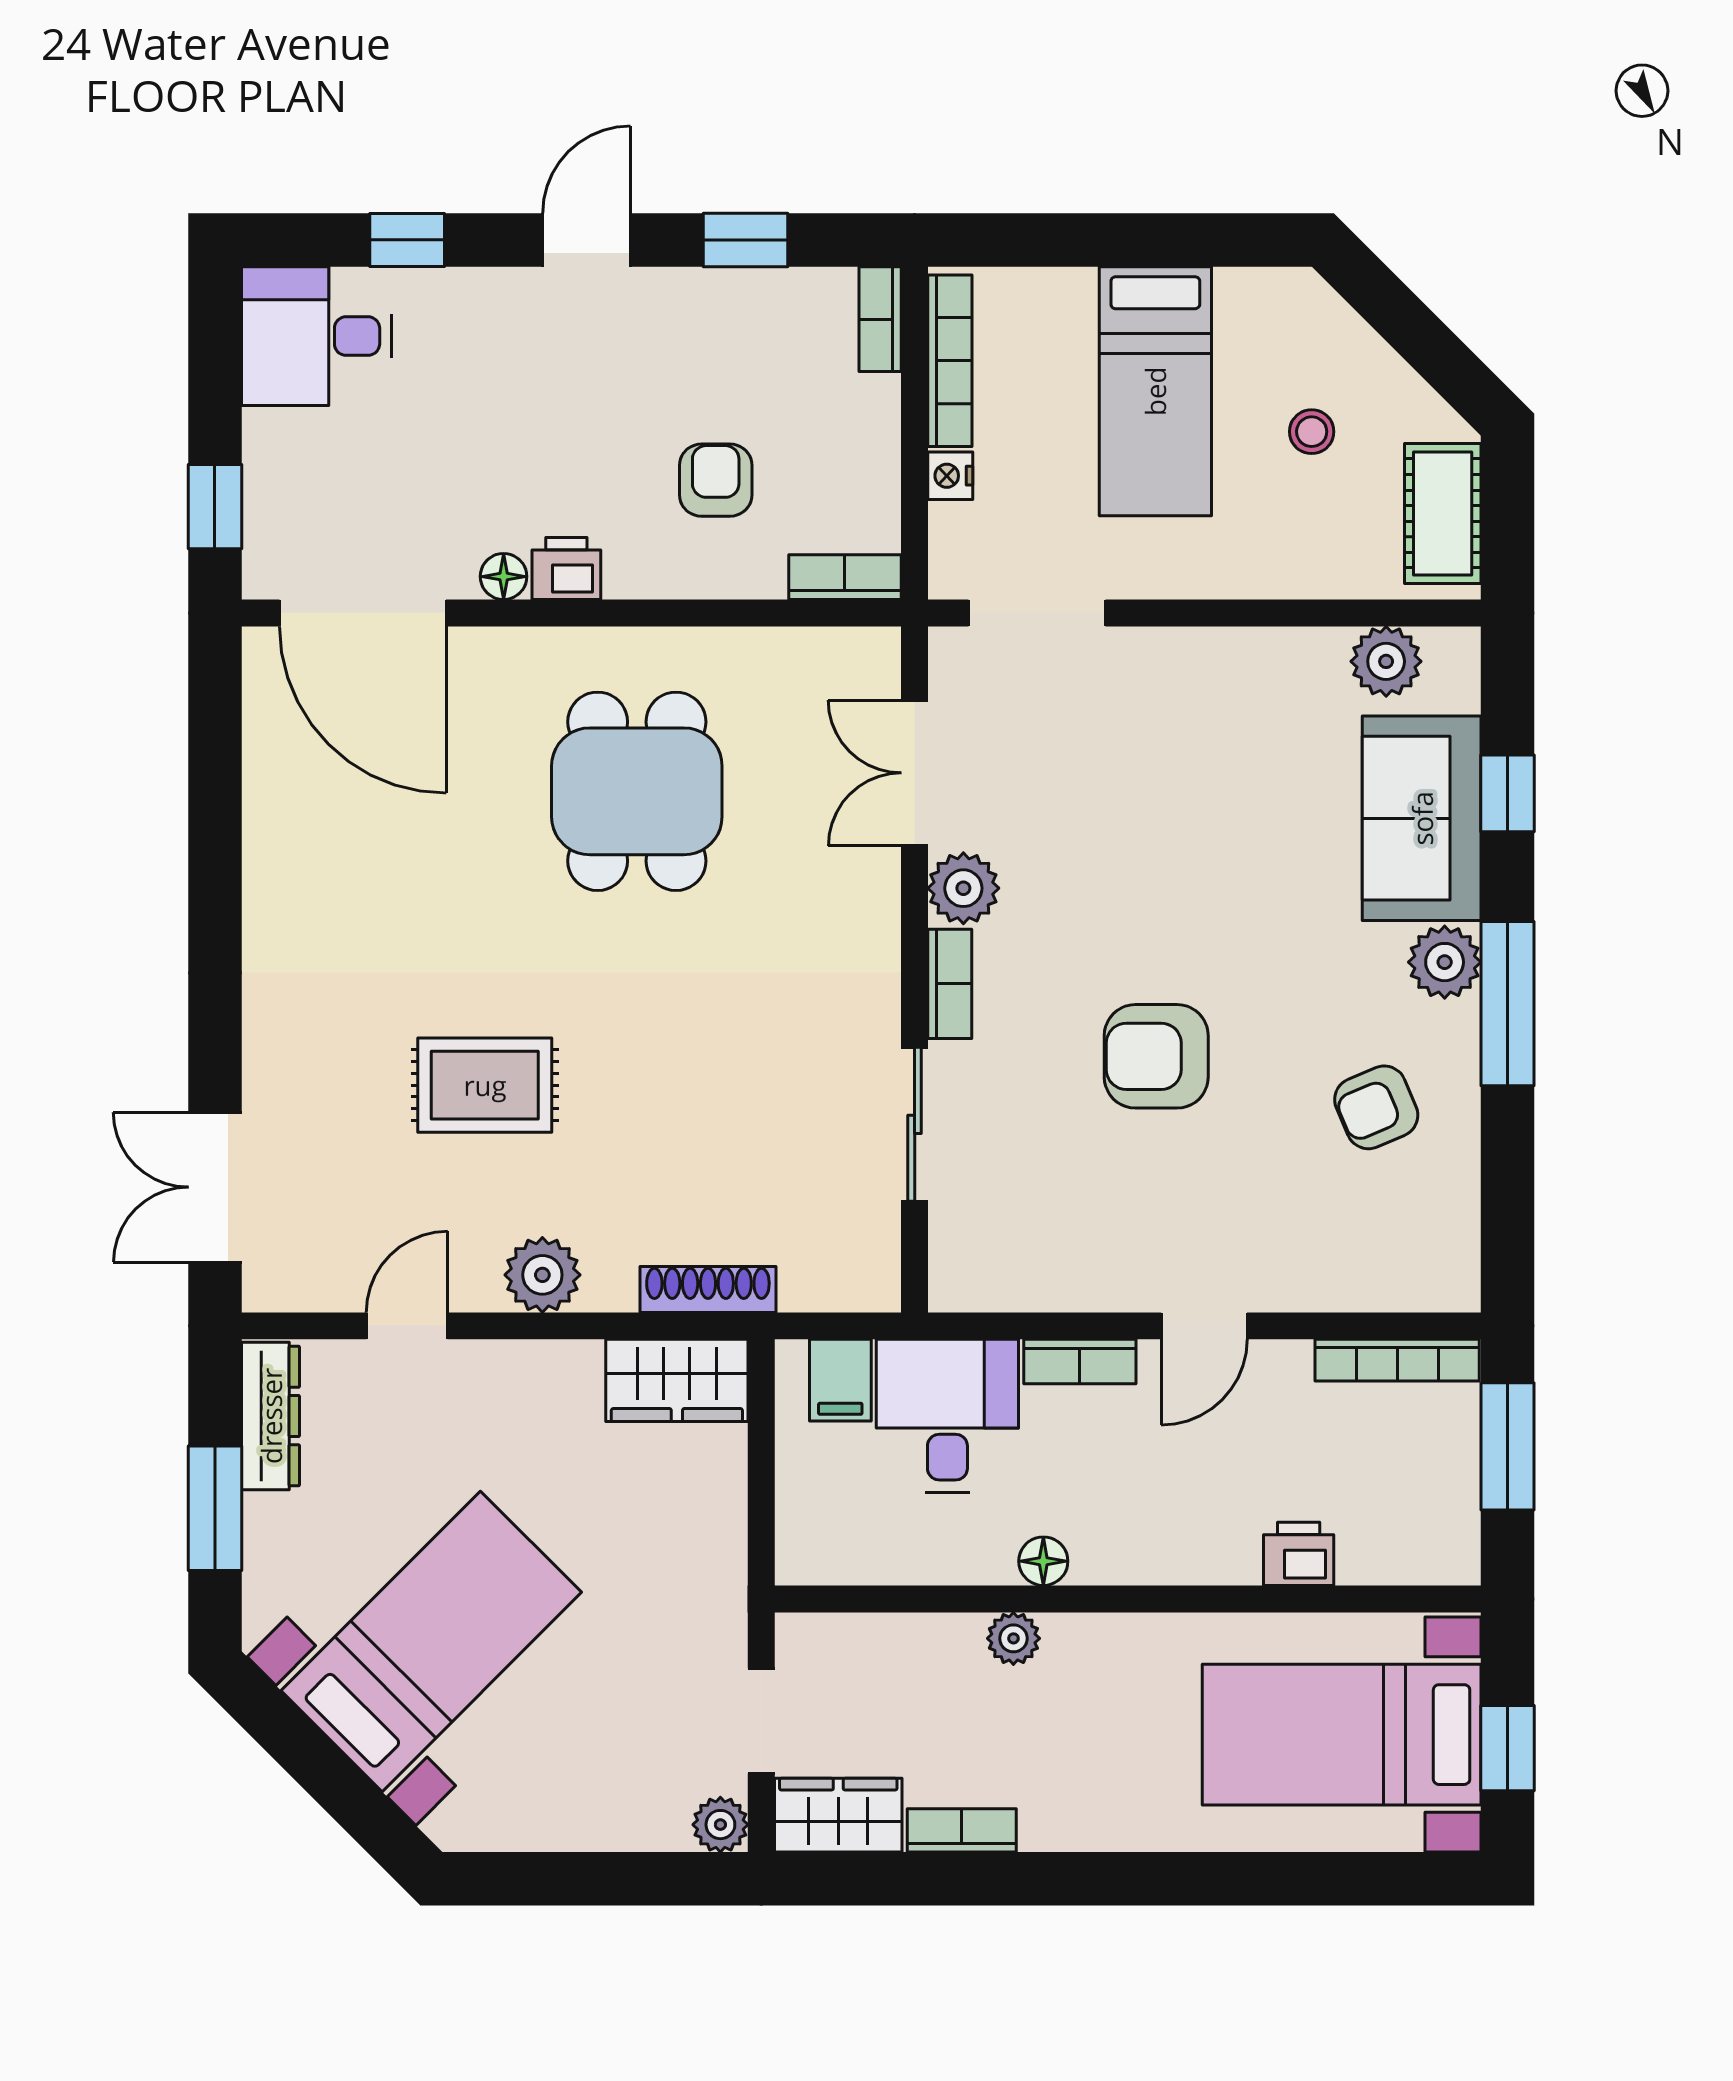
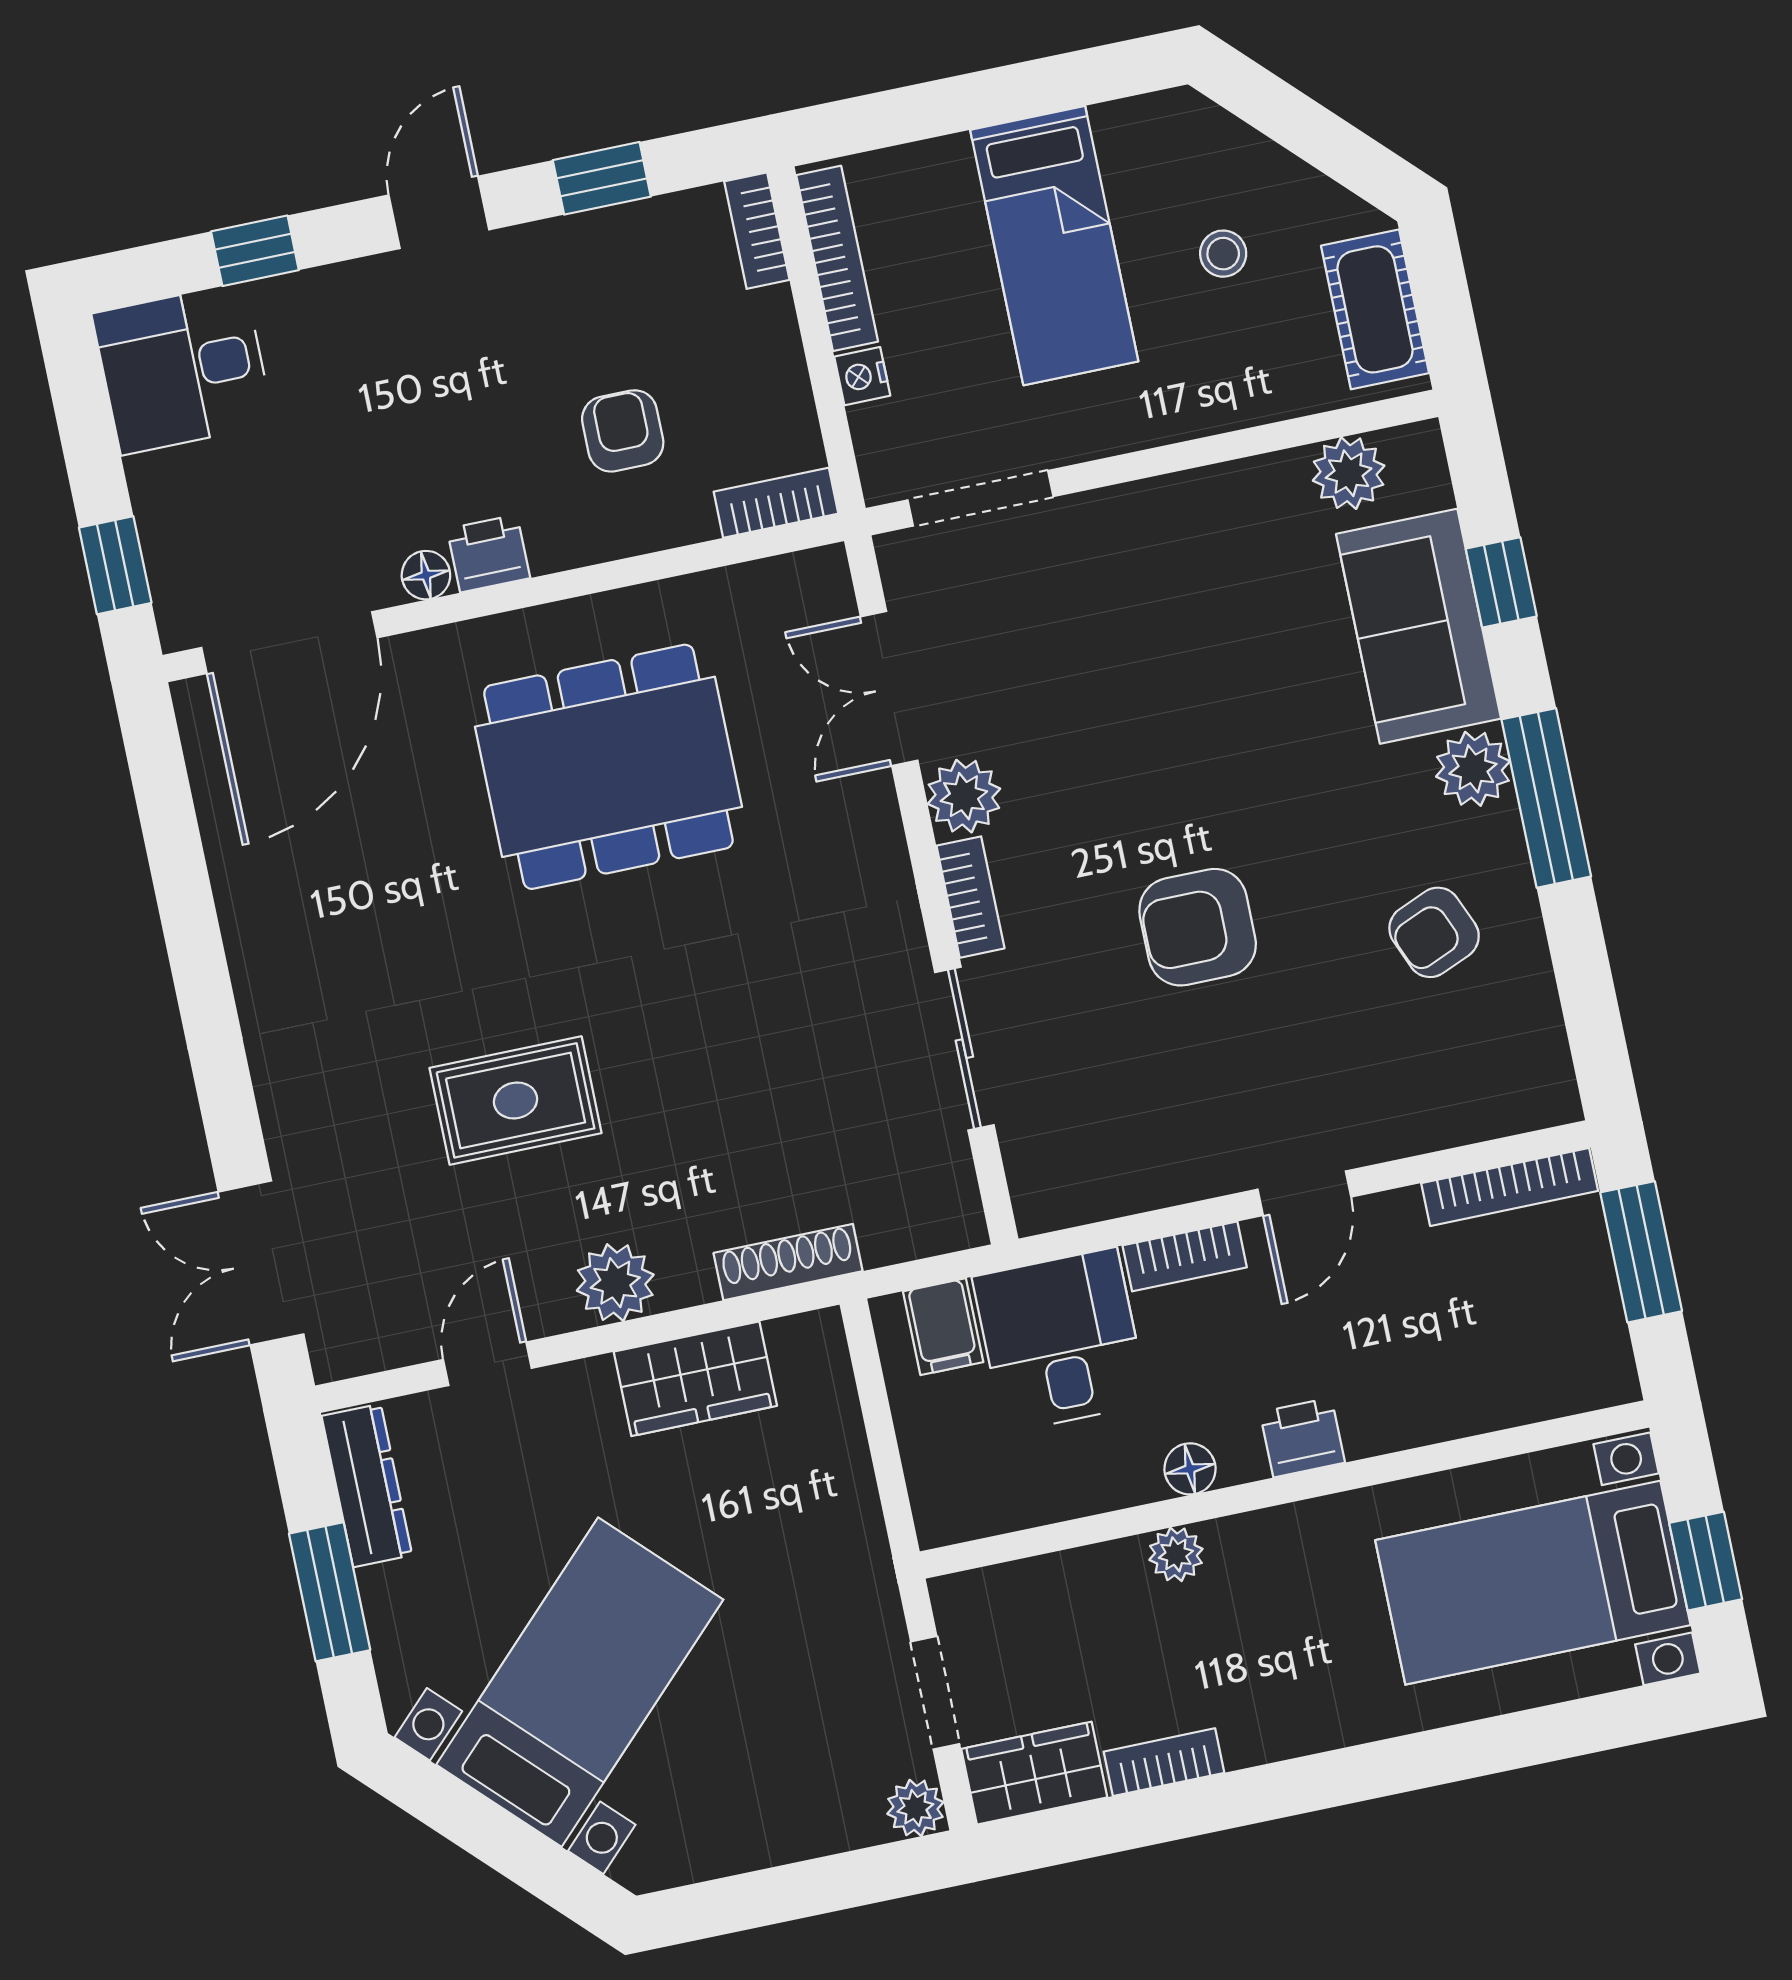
door: (363, 613) -> (289, 643), hinge flipped
dining table: (637, 791) -> (608, 767), width x1.38
wardrobe: (677, 1380) -> (695, 1379), moved
printer: (1299, 1554) -> (1302, 1437), moved

